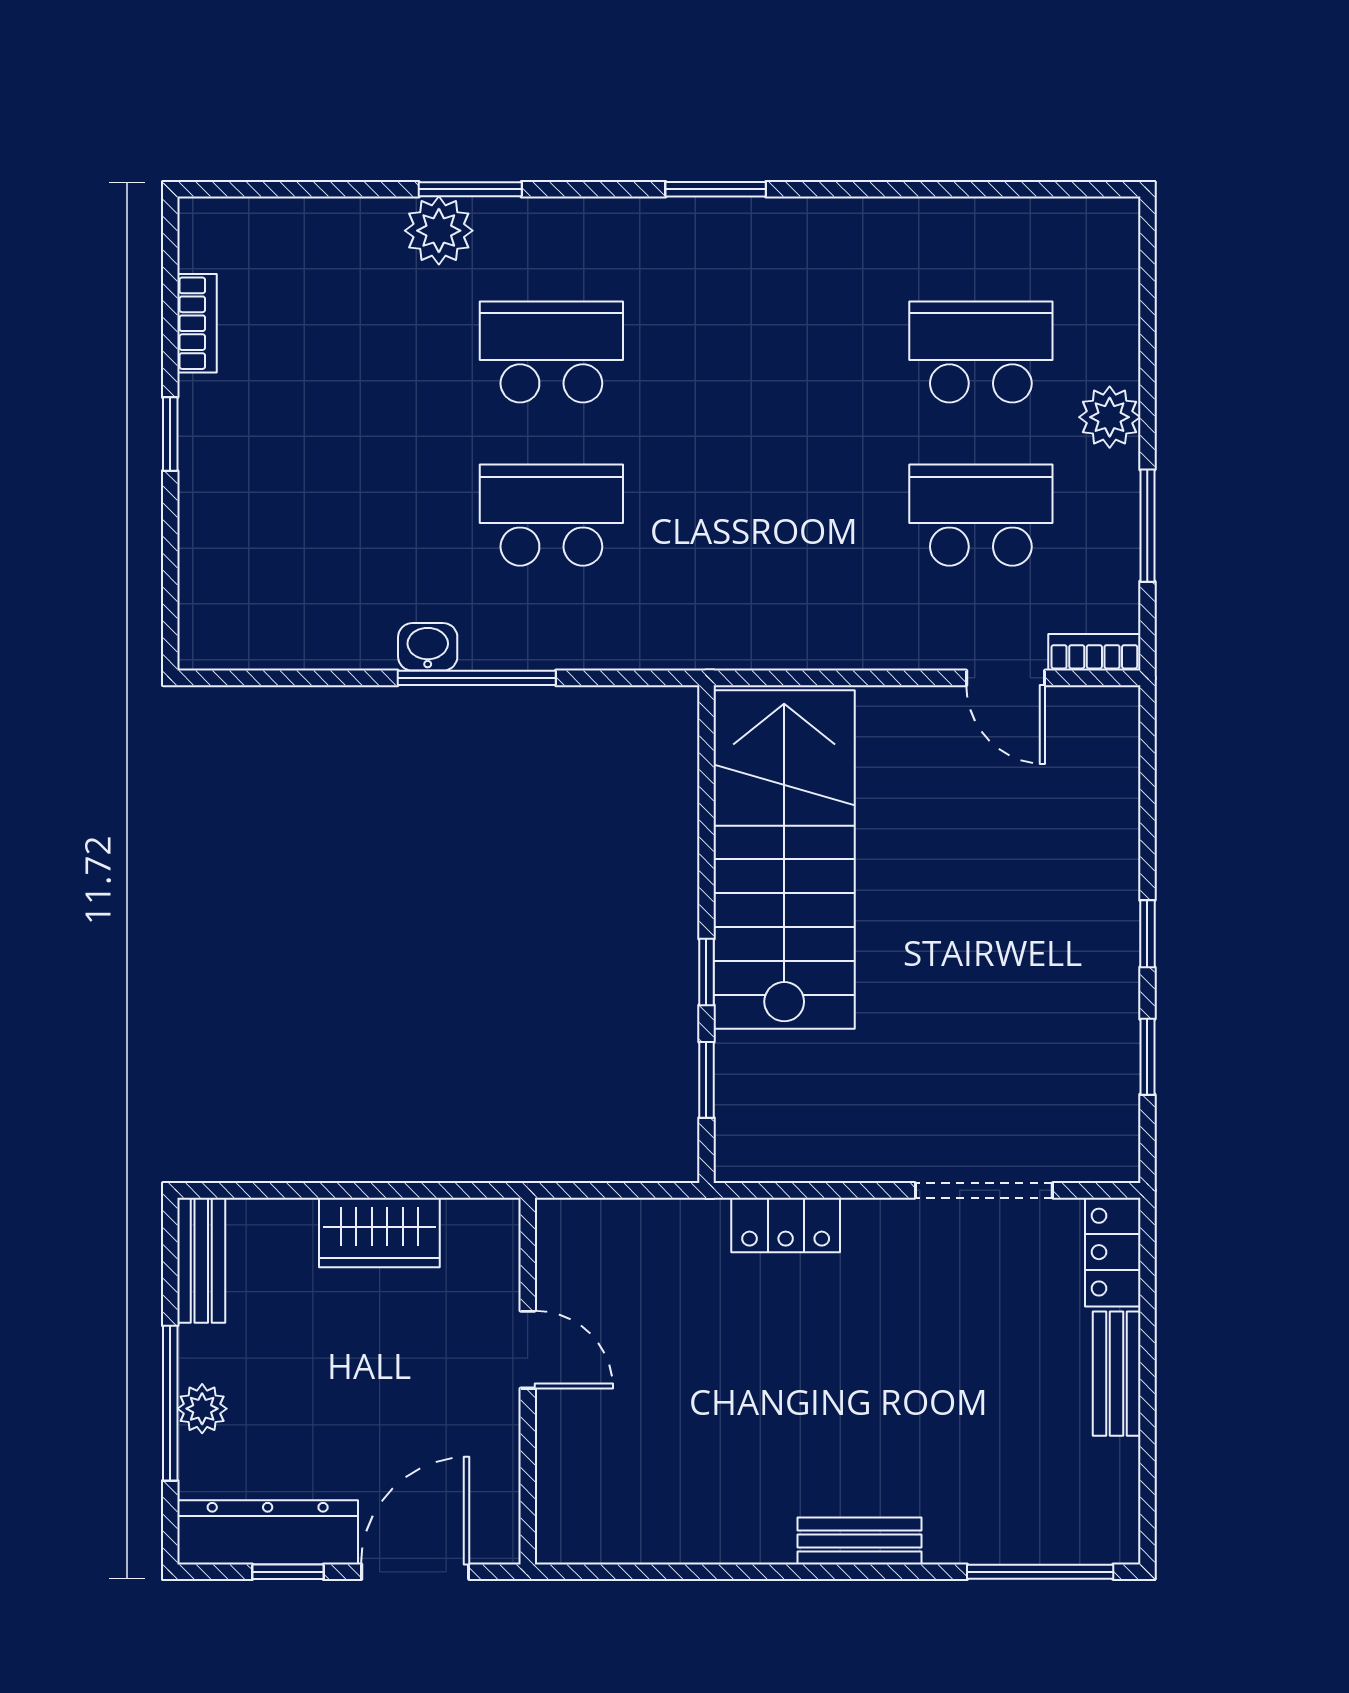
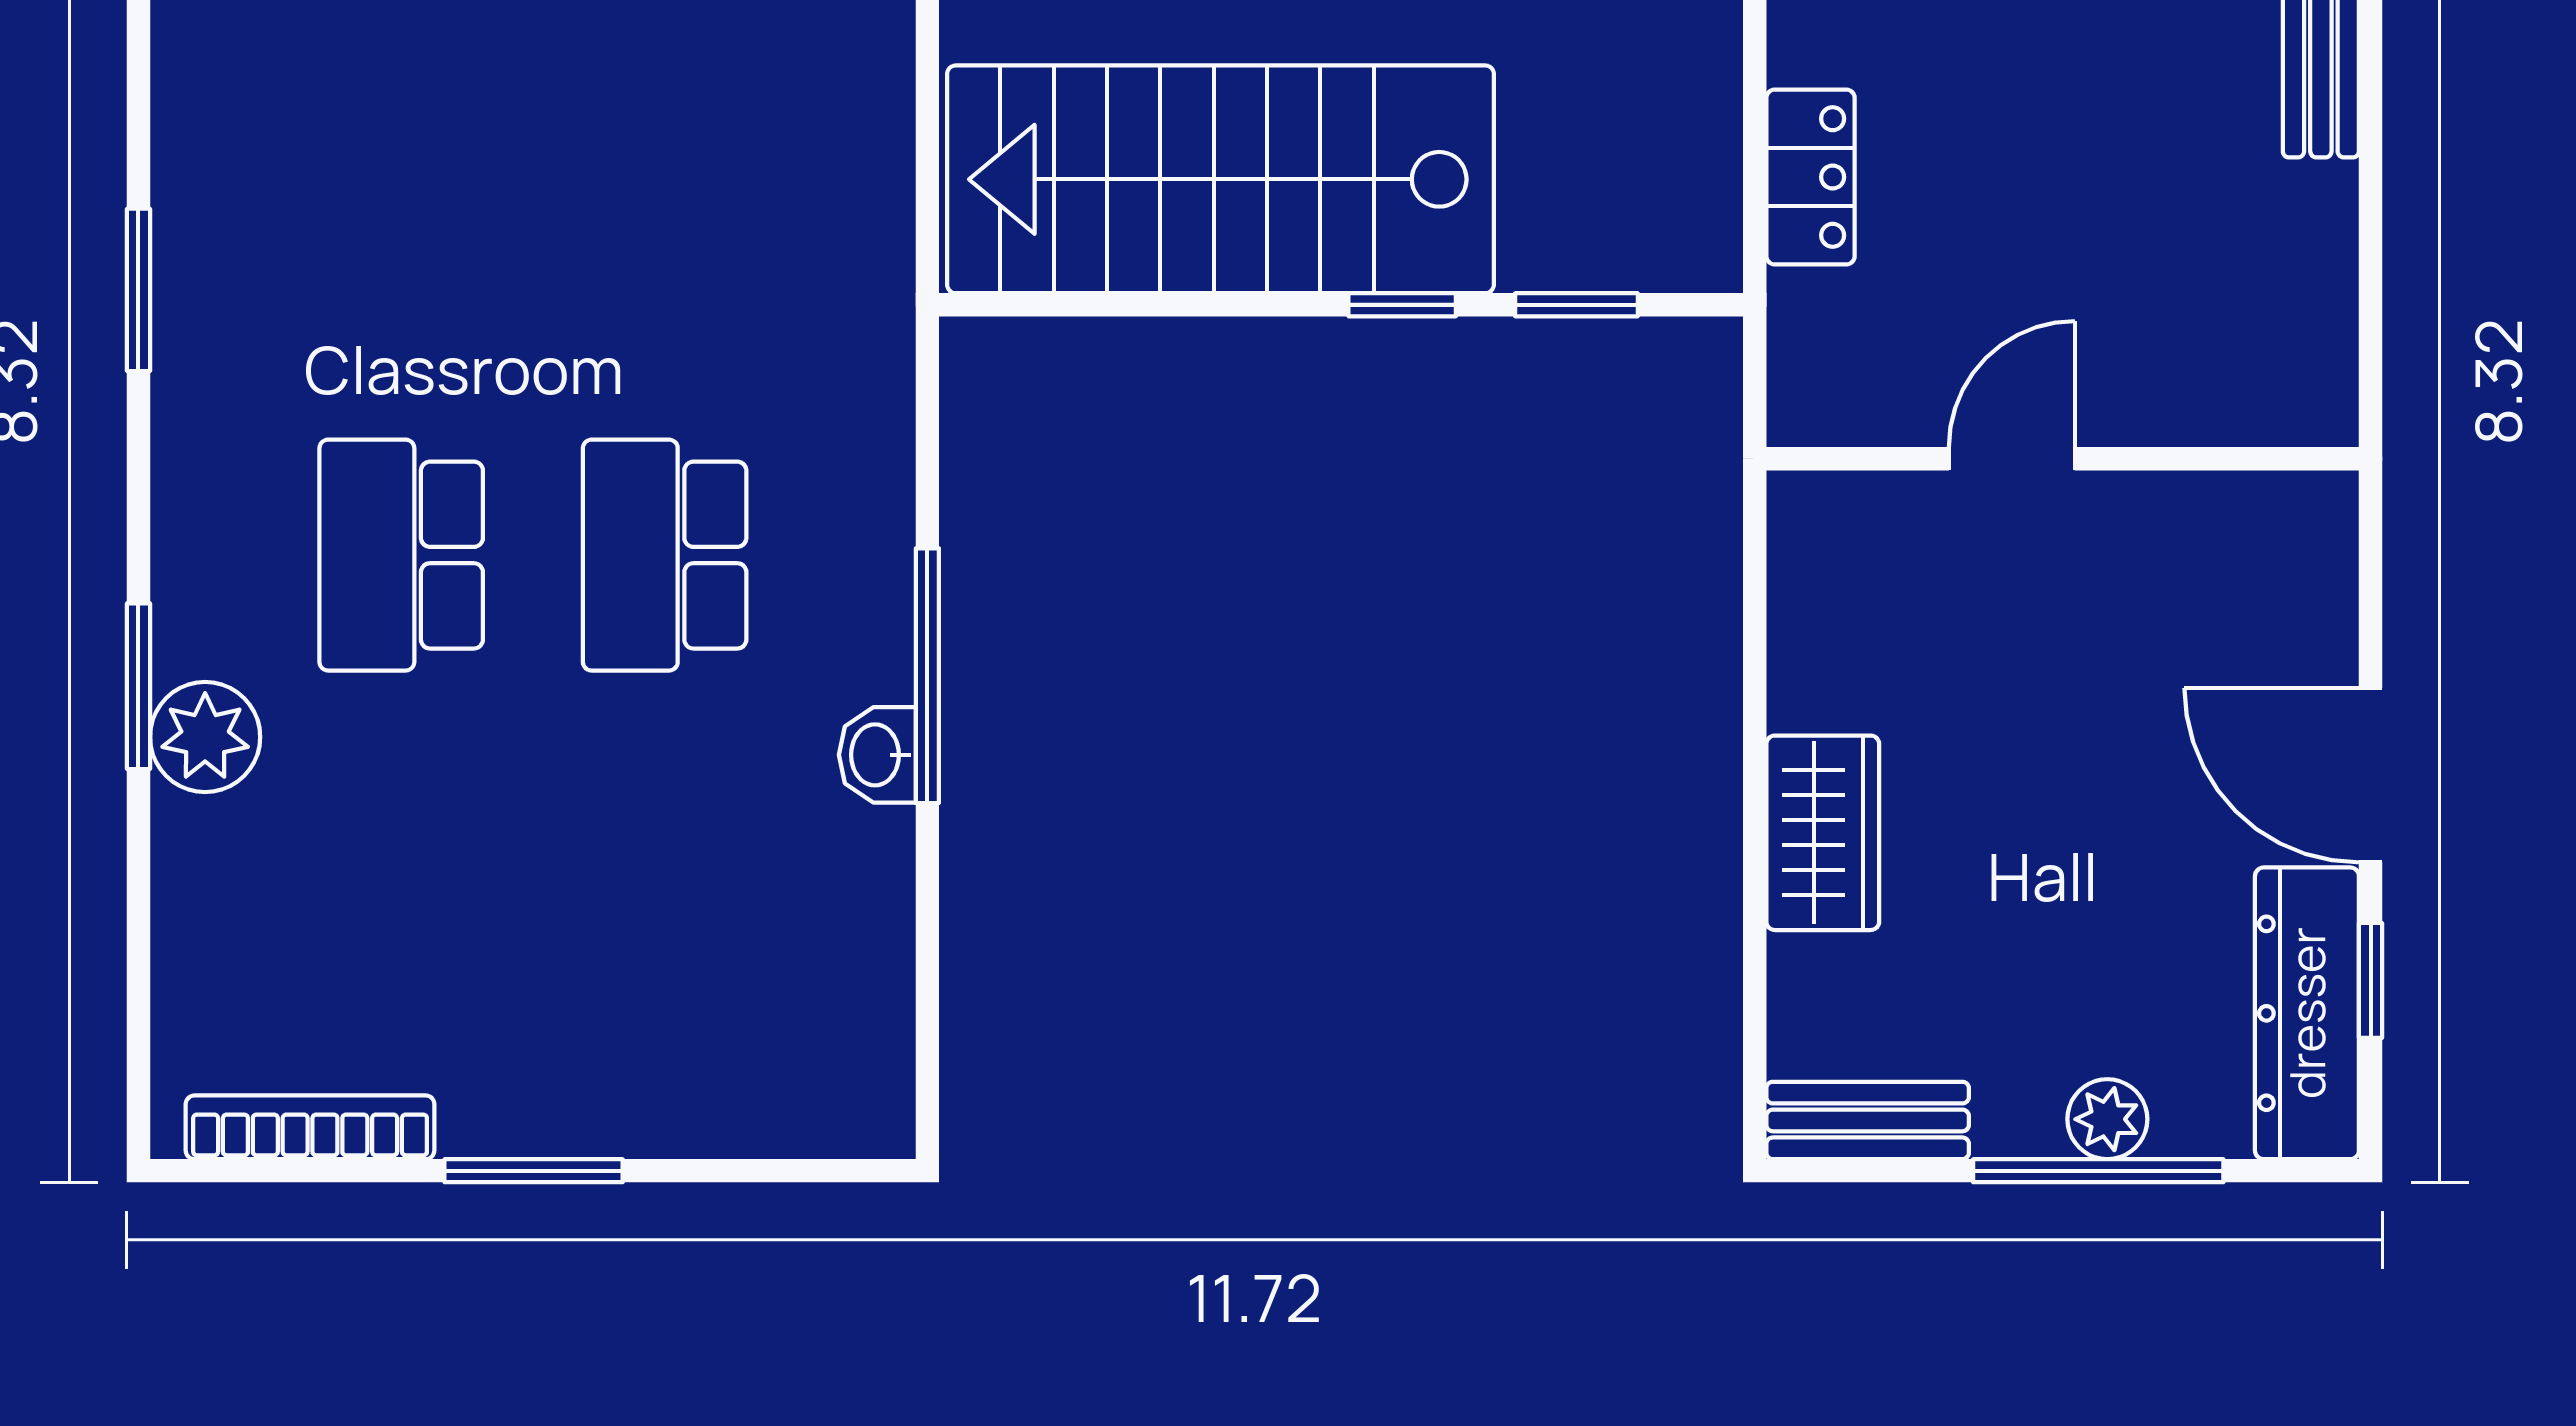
bookcase: (197, 323) -> (310, 1127), width x1.56
window: (170, 434) -> (534, 1171), width x1.50
door: (528, 1350) -> (2012, 459), moved
wall: (528, 1381) -> (2063, 459), moved

